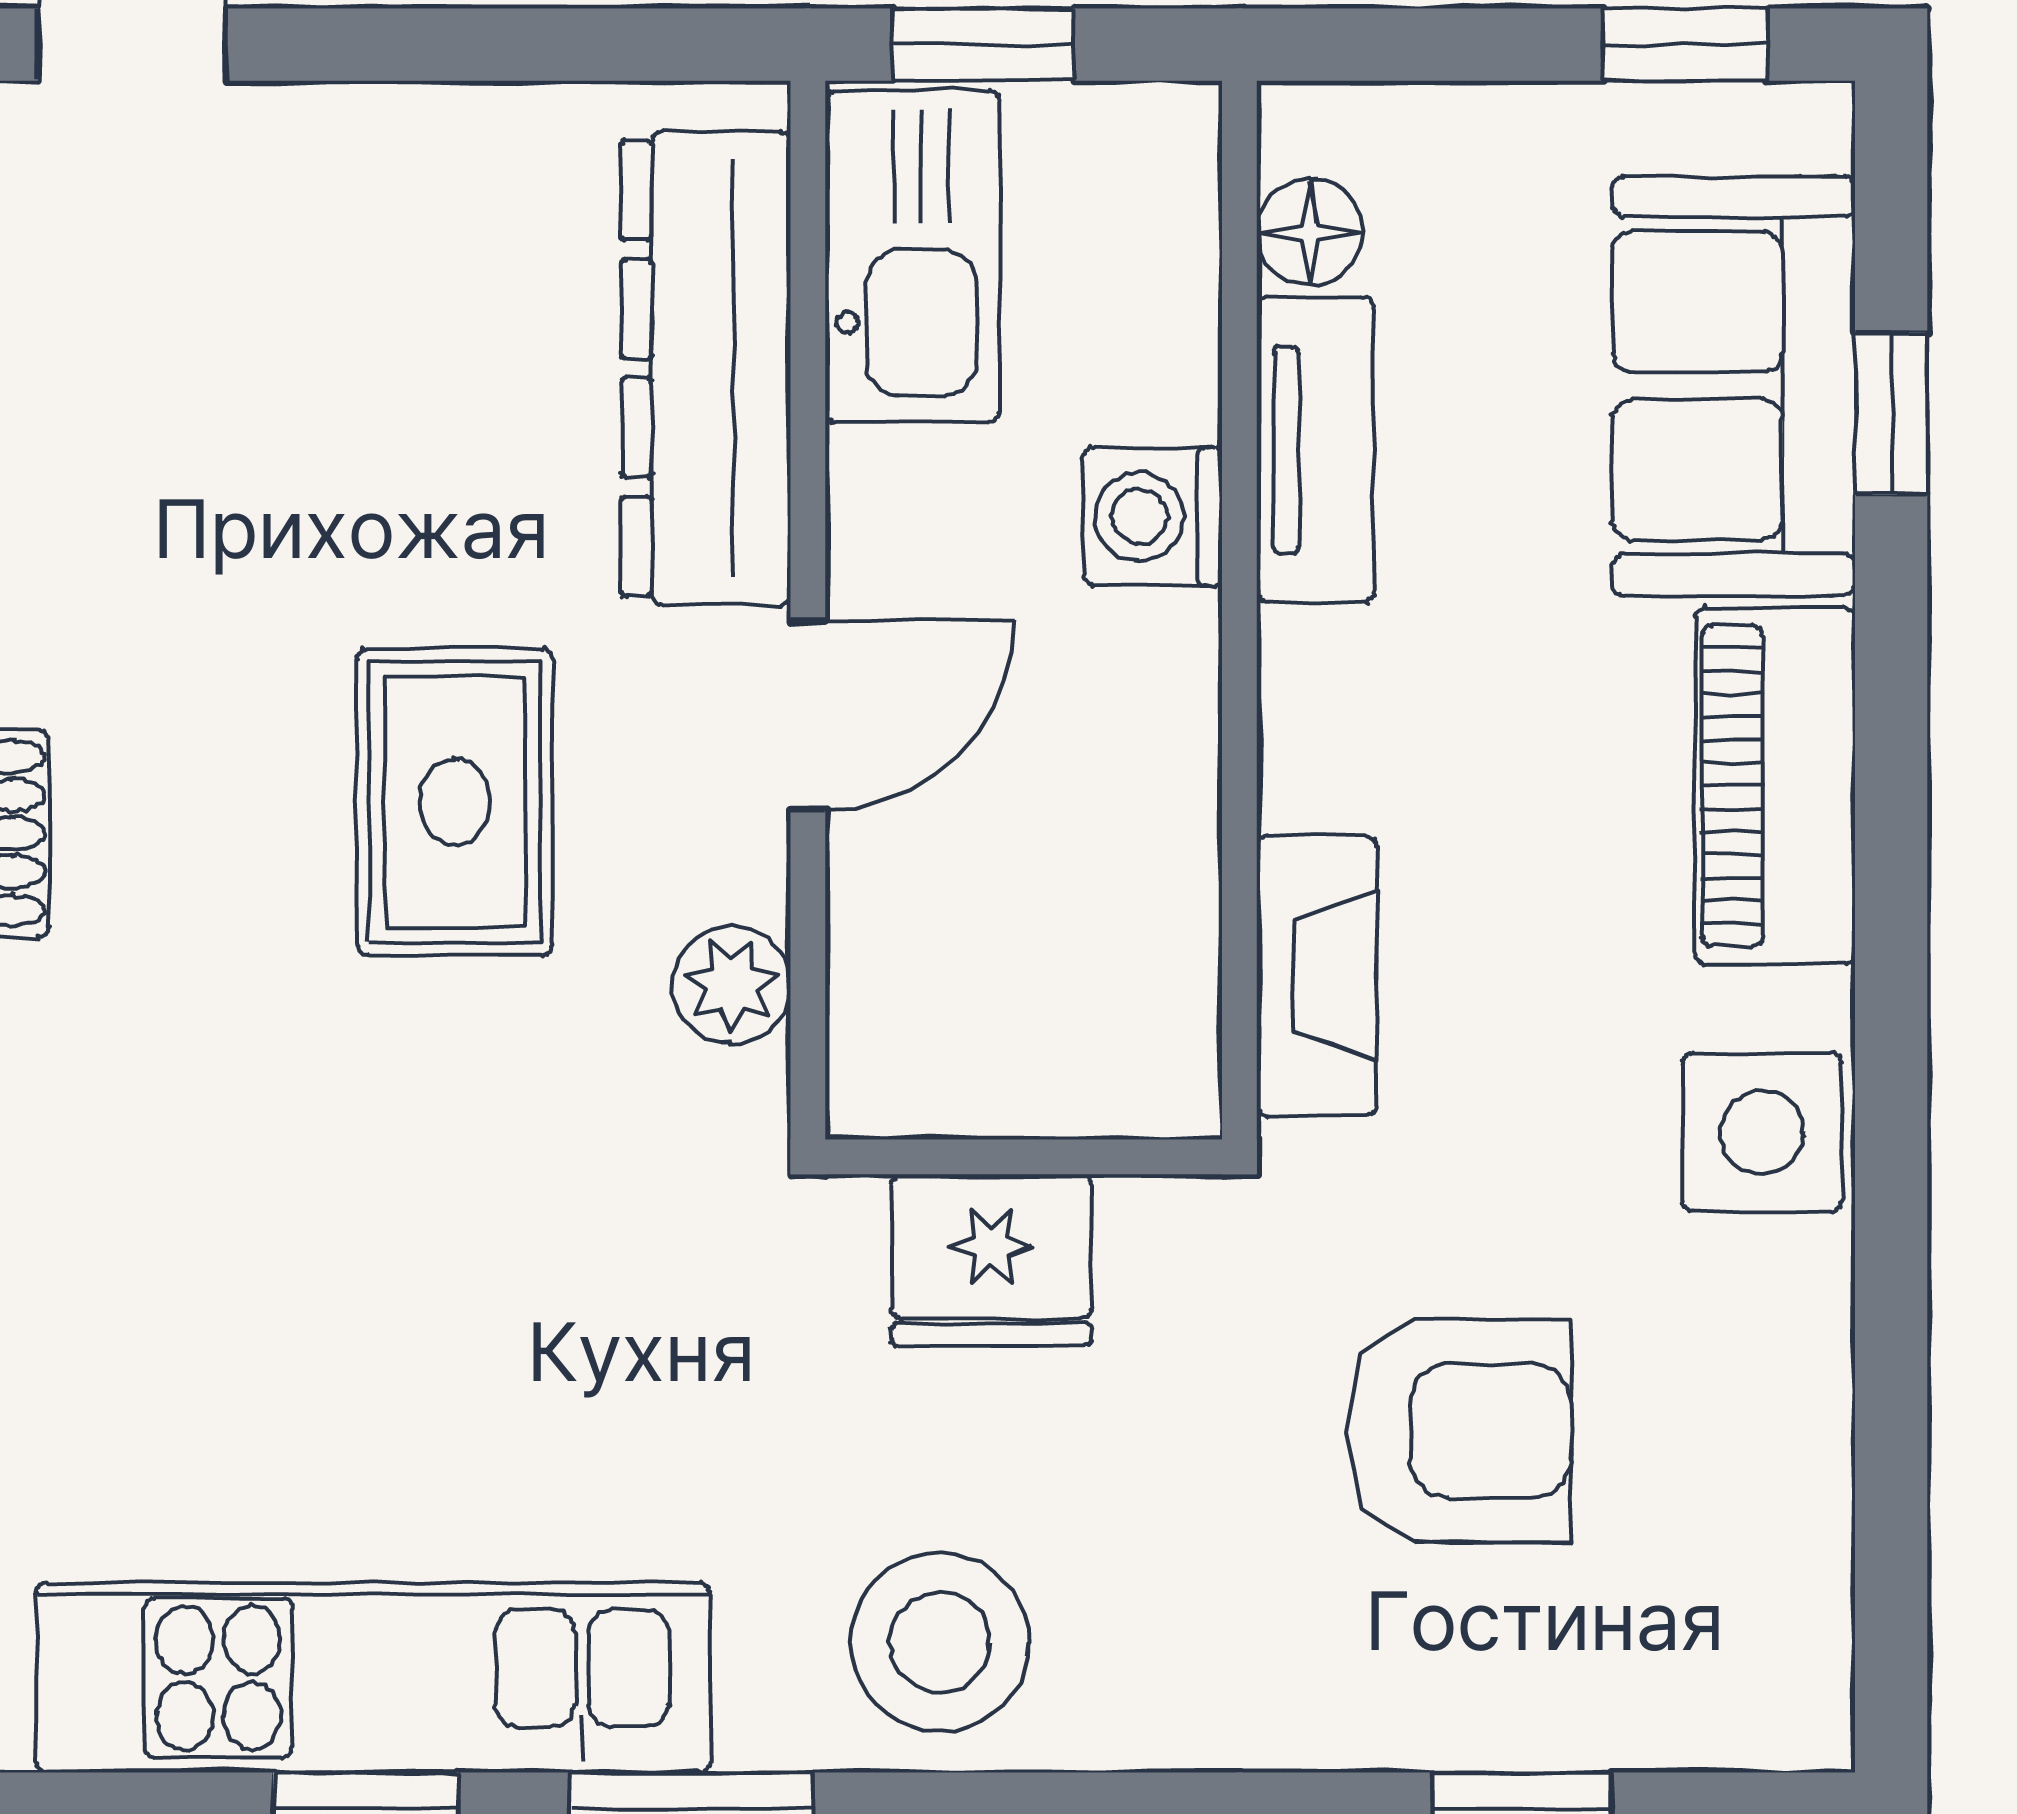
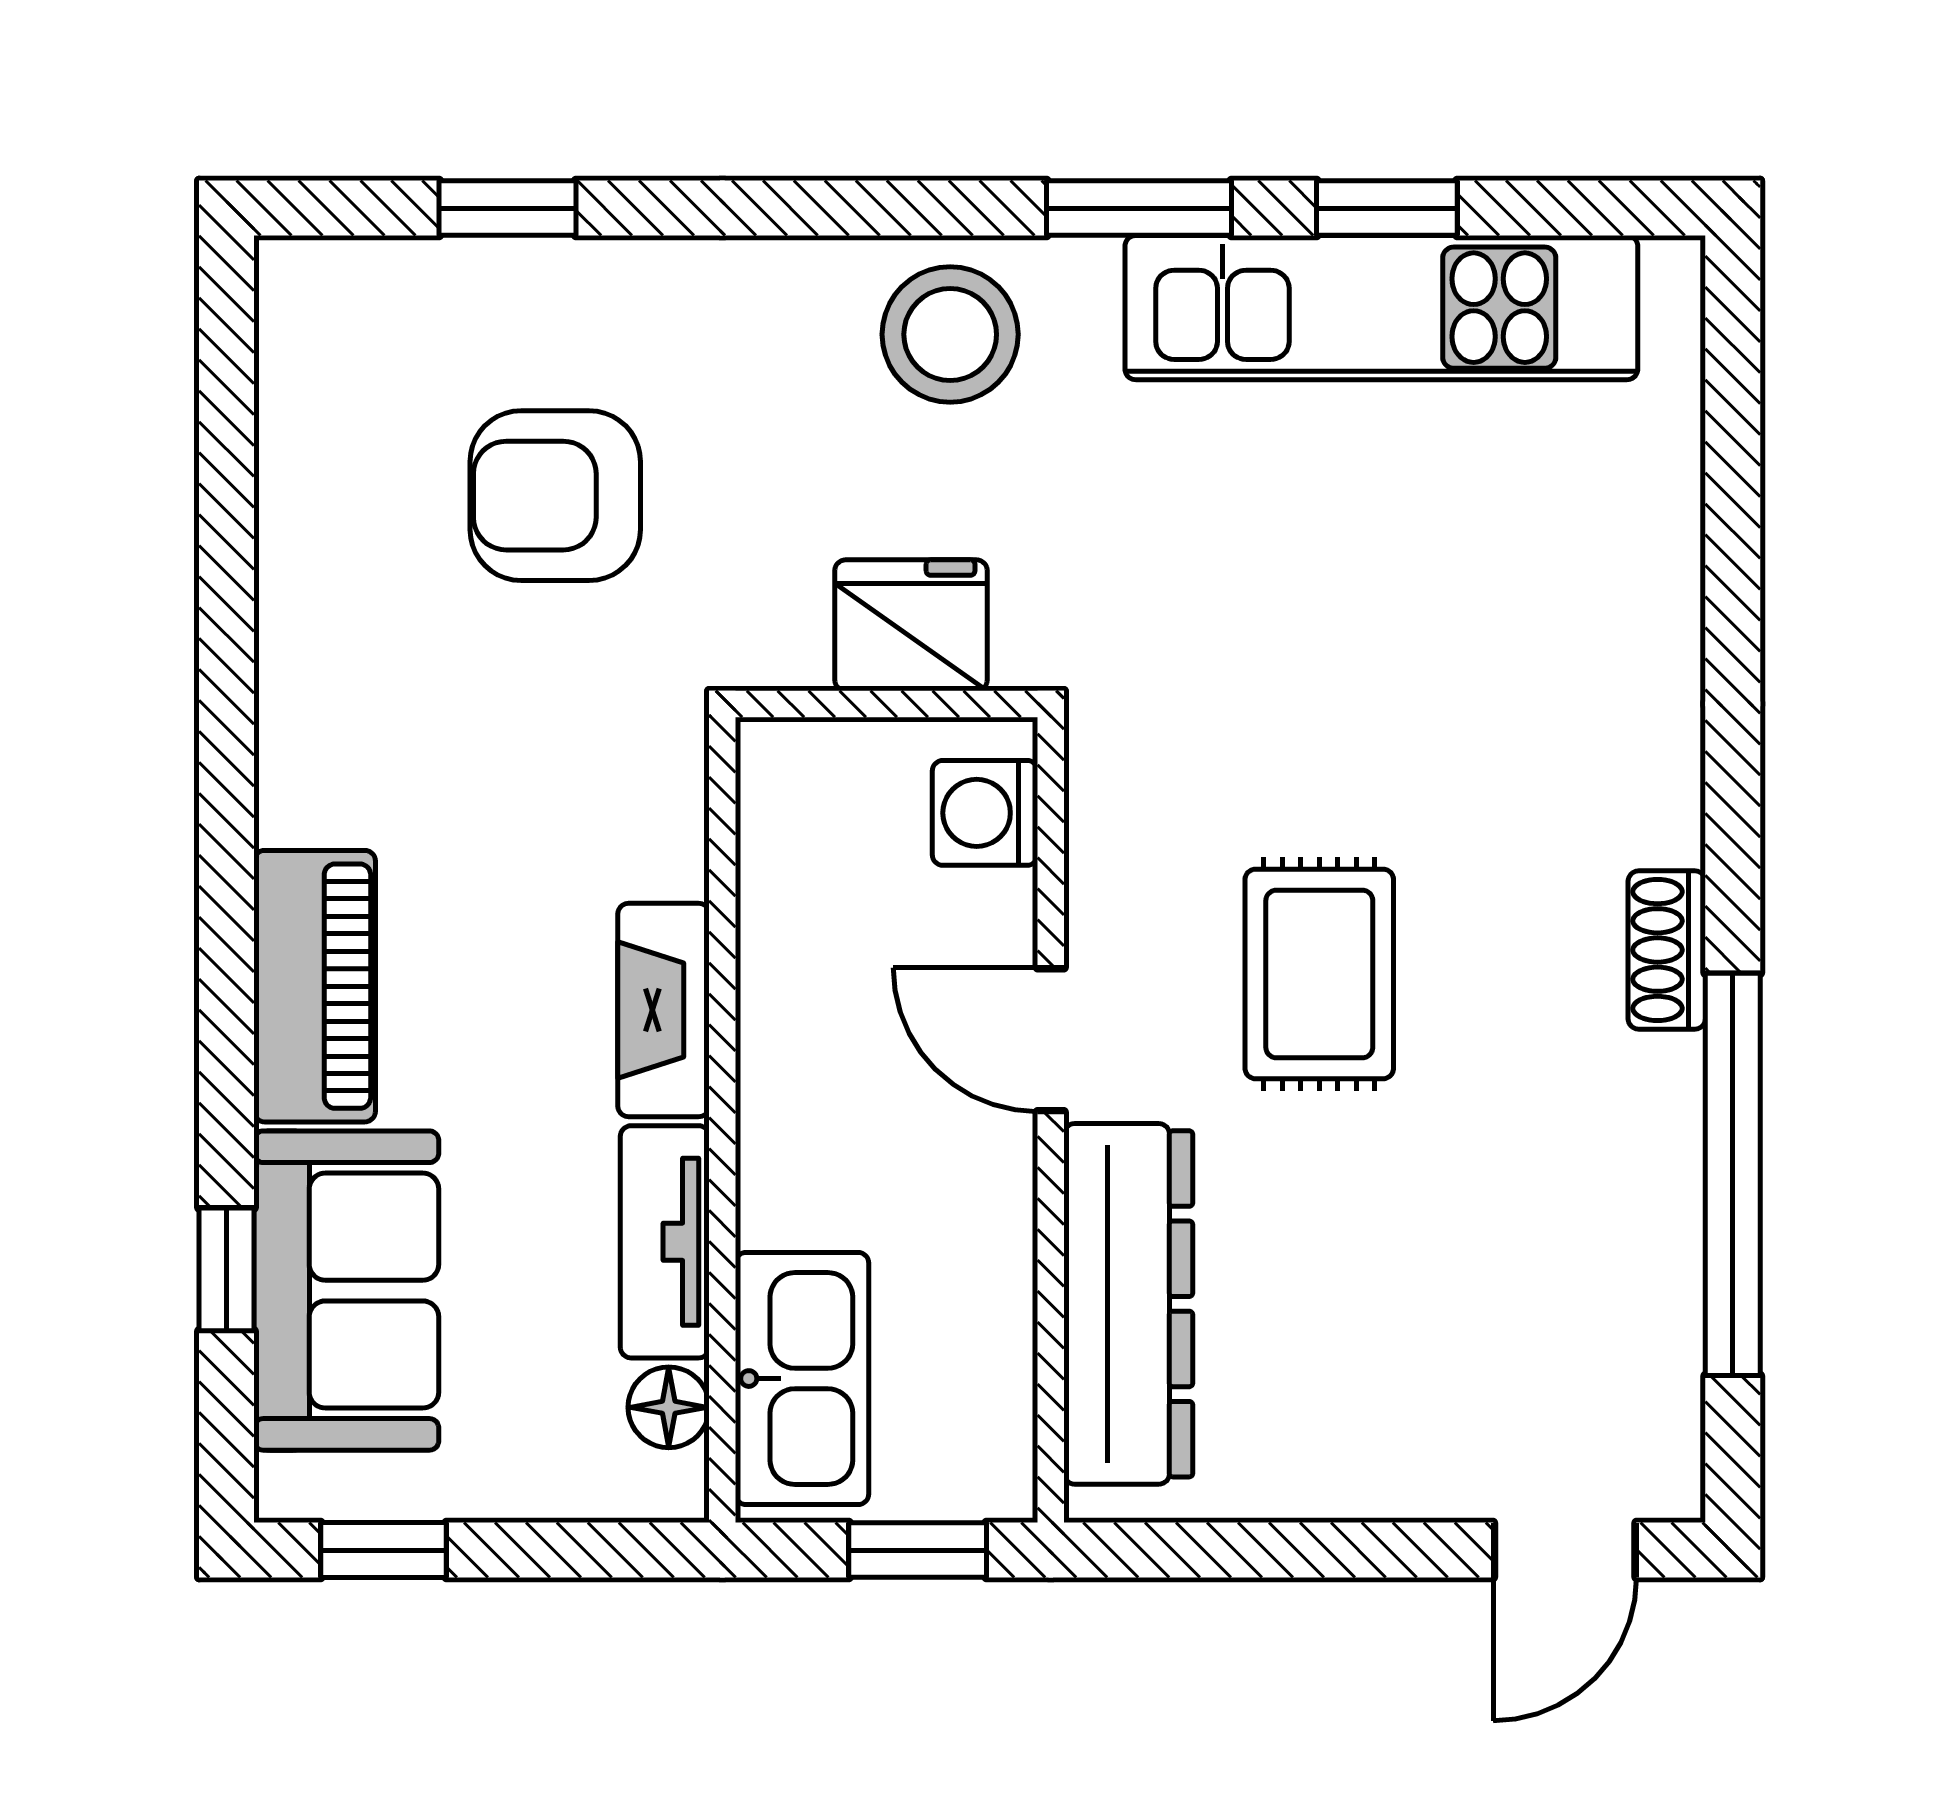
kitchen sink: (913, 256) -> (802, 1379), moved, turned 180
washing machine: (1153, 517) -> (985, 813), moved, turned 180
door: (808, 715) -> (1051, 1040), hinge flipped
fireplace: (1317, 976) -> (664, 1010), moved
plant: (731, 985) -> (1109, 835), removed
side table: (1762, 1132) -> (325, 722), removed

